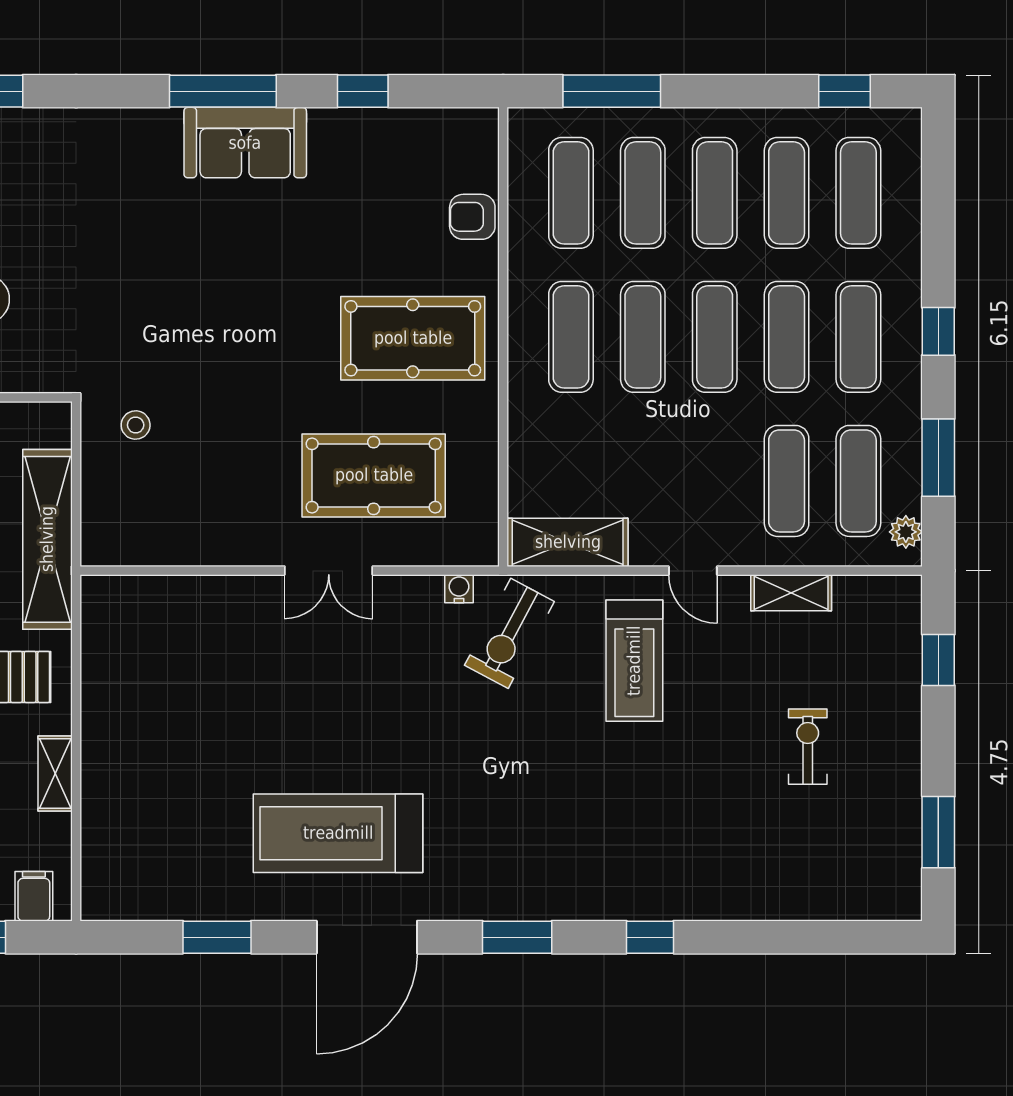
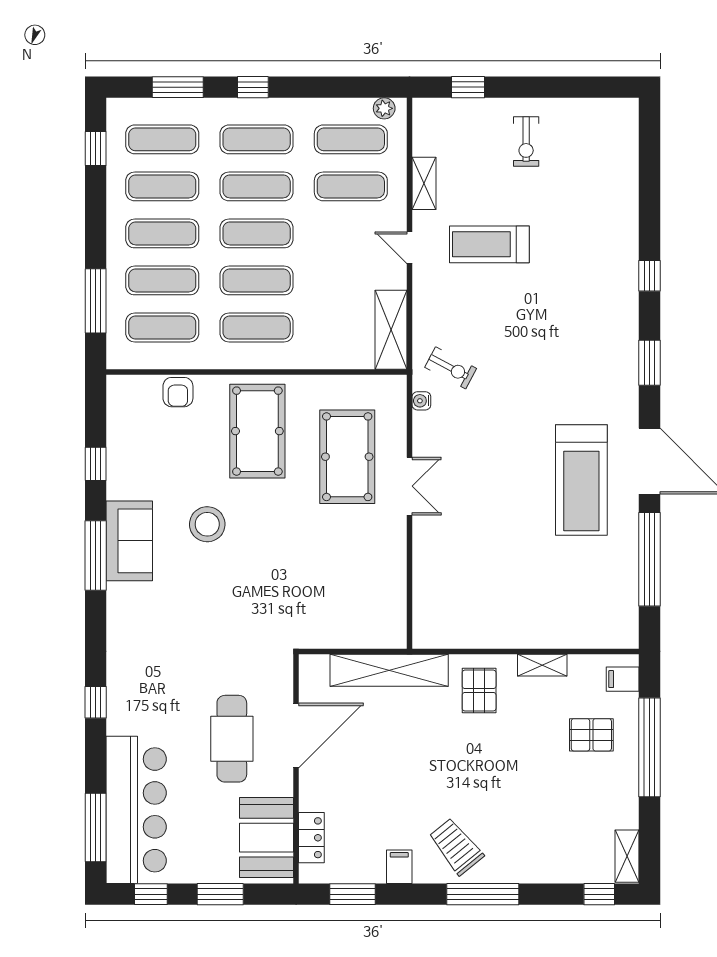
stool: (136, 425) -> (207, 524), moved, width x1.89, depth x1.89
window: (938, 458) -> (178, 87), moved
door: (693, 571) -> (409, 248), swing flipped
exercise bike: (509, 633) -> (451, 368), width x0.73, depth x0.72
treadmill: (634, 661) -> (489, 244), moved, turned 180
exercise bike: (808, 747) -> (526, 142), moved, turned -90
window: (938, 832) -> (581, 87), removed
window: (217, 937) -> (649, 559), width x2.11

